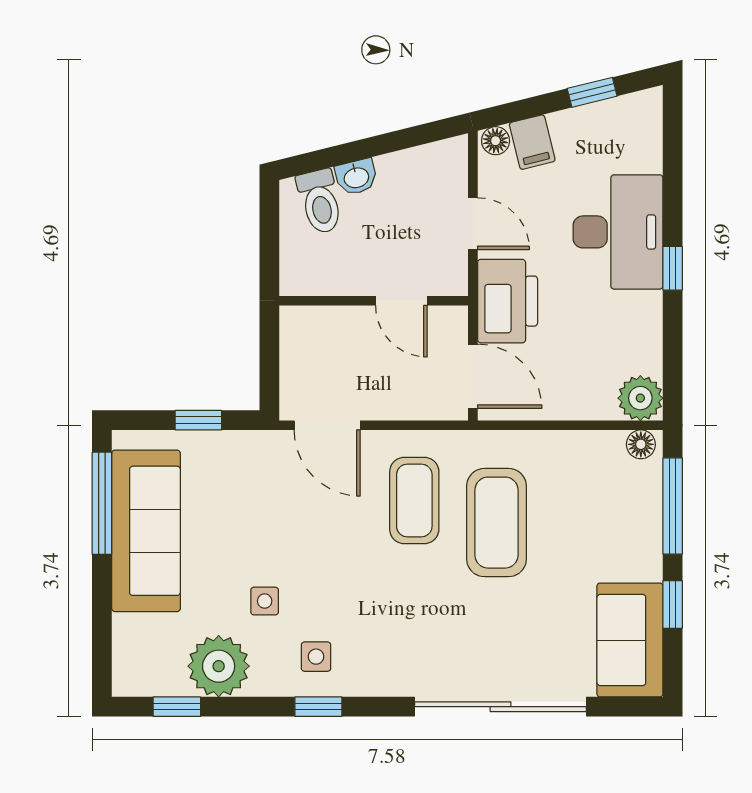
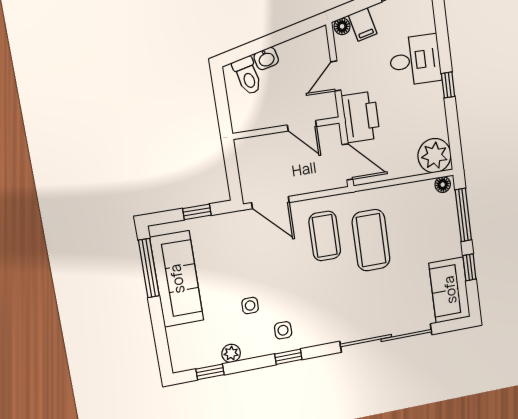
door: (473, 224) -> (336, 76), swing flipped
desk: (618, 232) -> (415, 60), width x0.73
plant: (640, 398) -> (434, 156), width x1.36, depth x1.36
plant: (219, 666) -> (231, 353), width x0.53, depth x0.53

